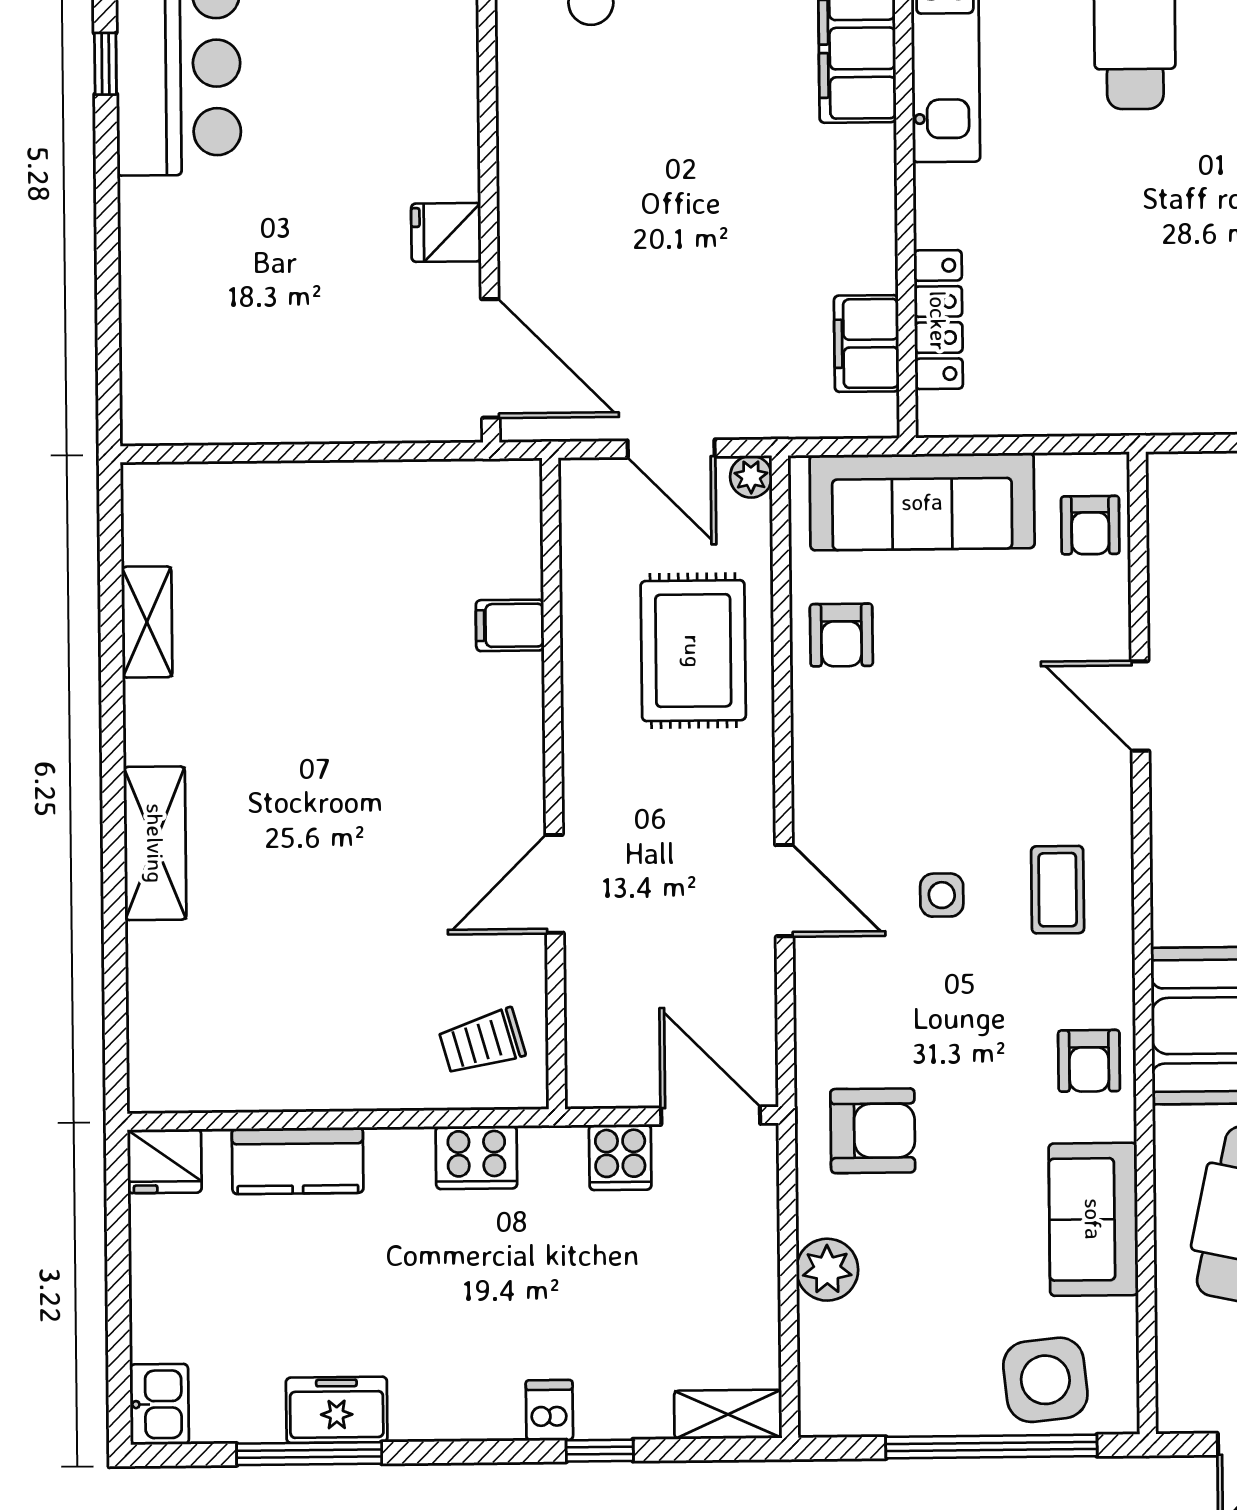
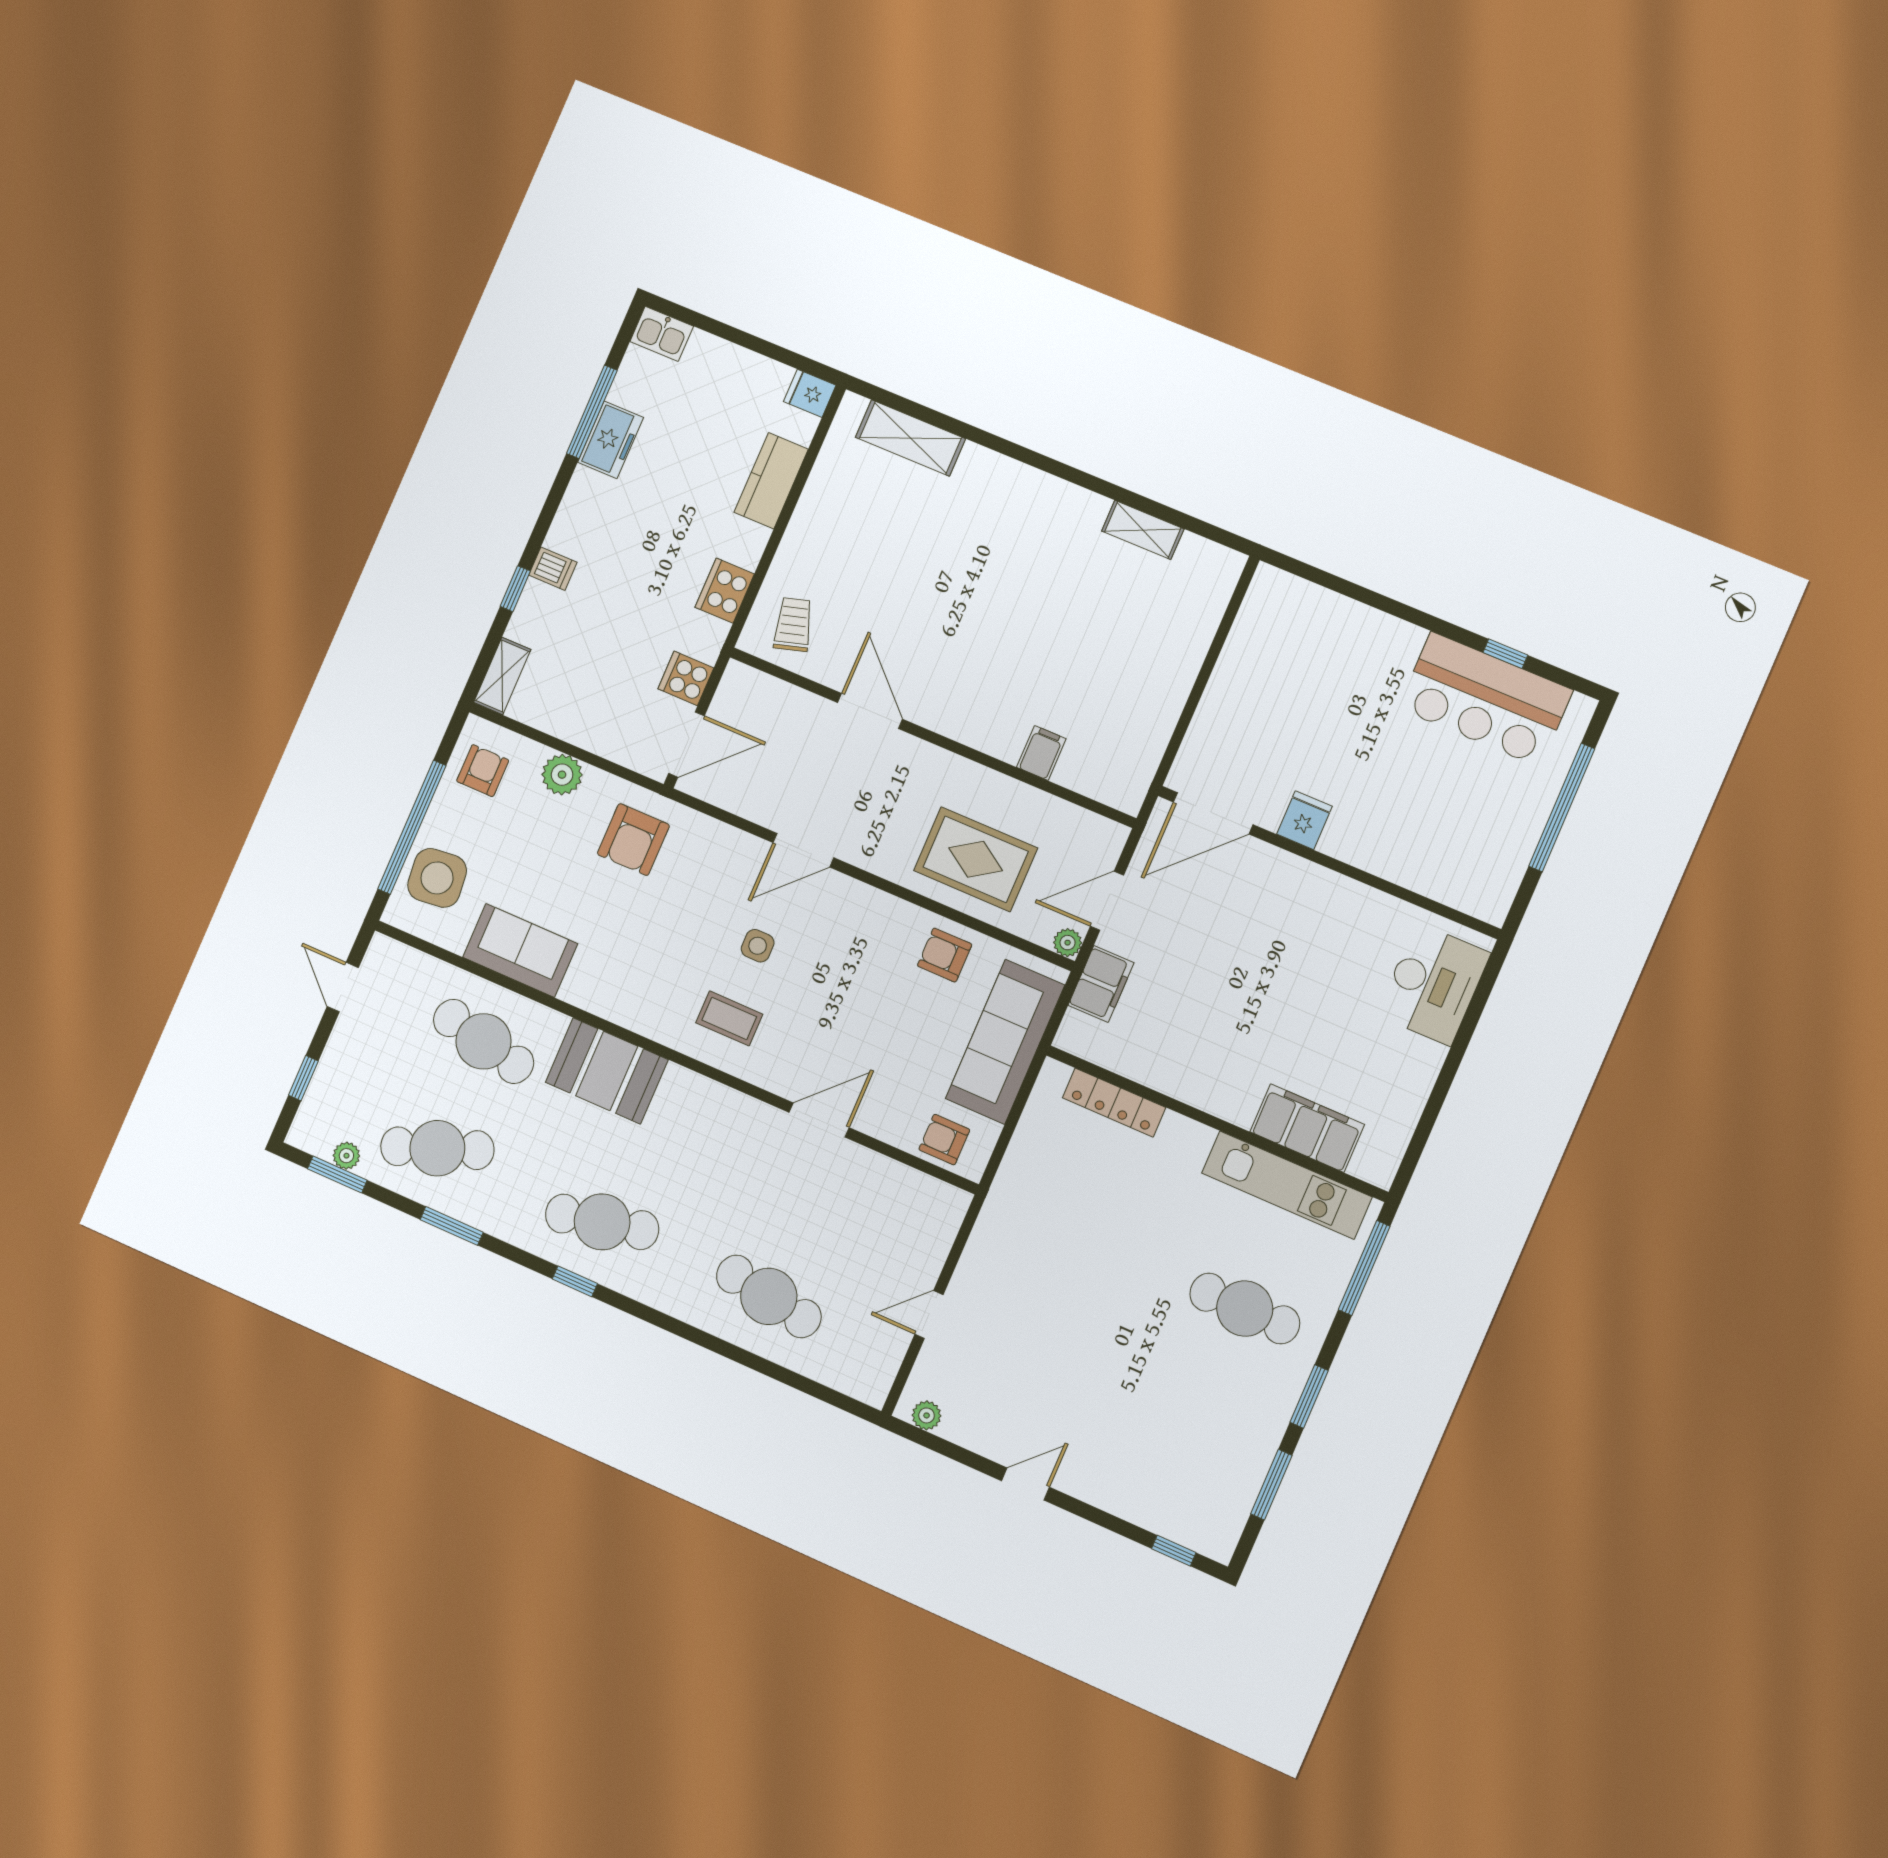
filing cabinet: (867, 343) -> (1101, 984), moved, turned 90
shelving: (155, 843) -> (910, 438), moved
armchair: (1089, 1061) -> (483, 771), moved, turned 90
fridge: (164, 1161) -> (810, 393), width x0.72

